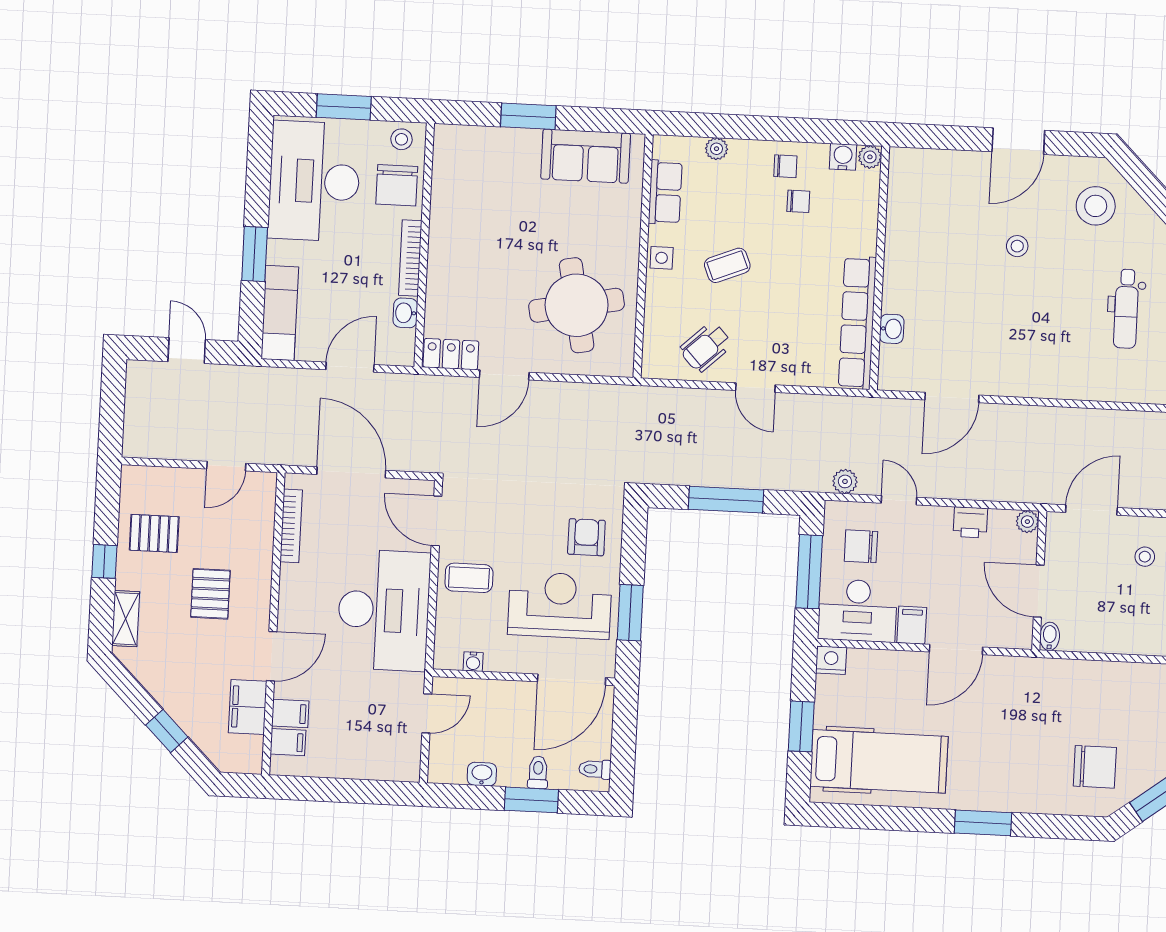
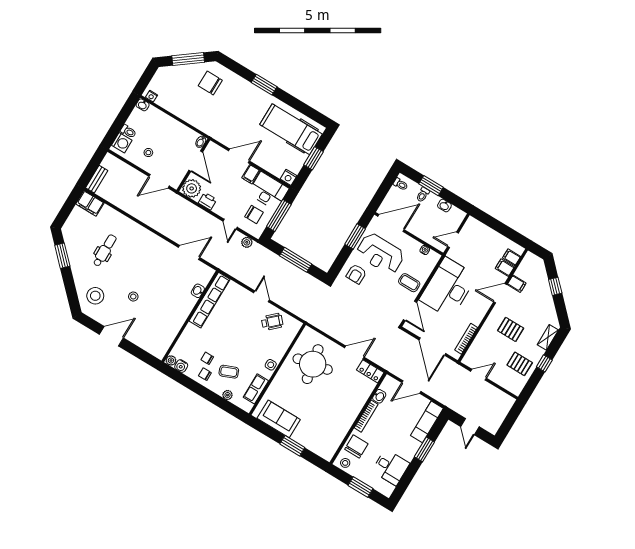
desk: (314, 181) -> (391, 467), width x0.53, depth x0.77
coffee table: (727, 265) -> (229, 372), moved
plant: (1027, 522) -> (192, 188), width x1.88, depth x1.88
pallet: (210, 594) -> (511, 329), turned 90
filing cabinet: (248, 707) -> (517, 284), width x0.50

